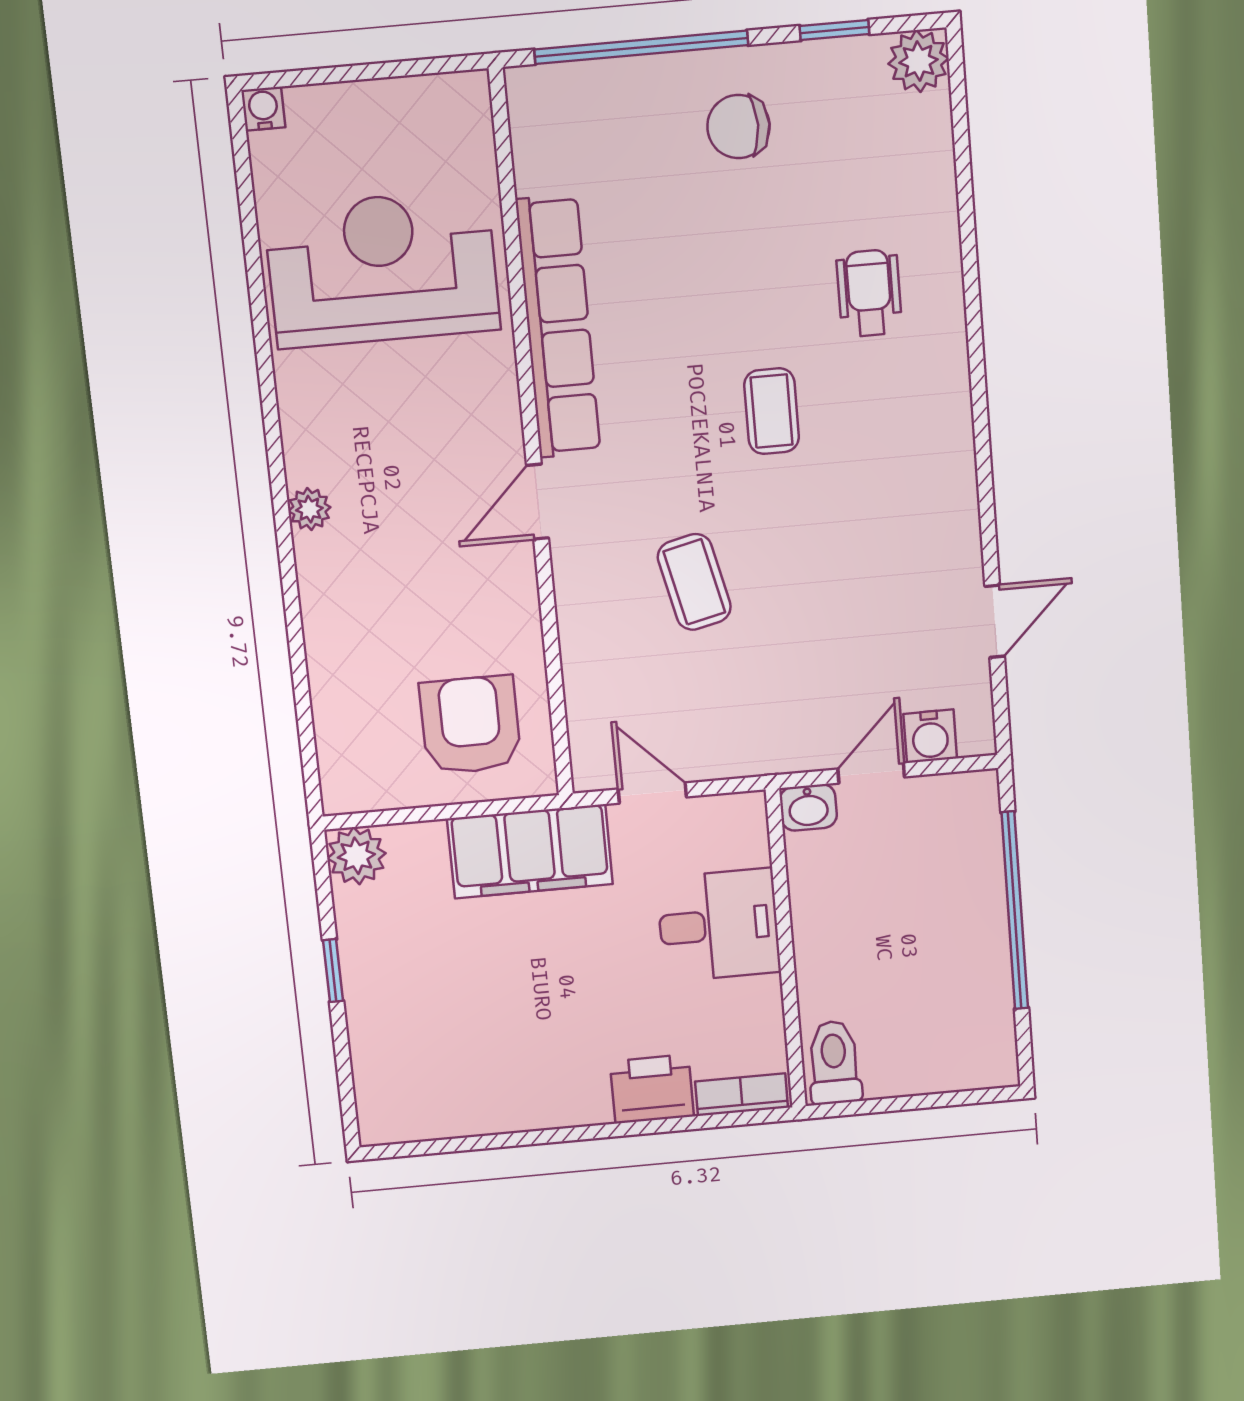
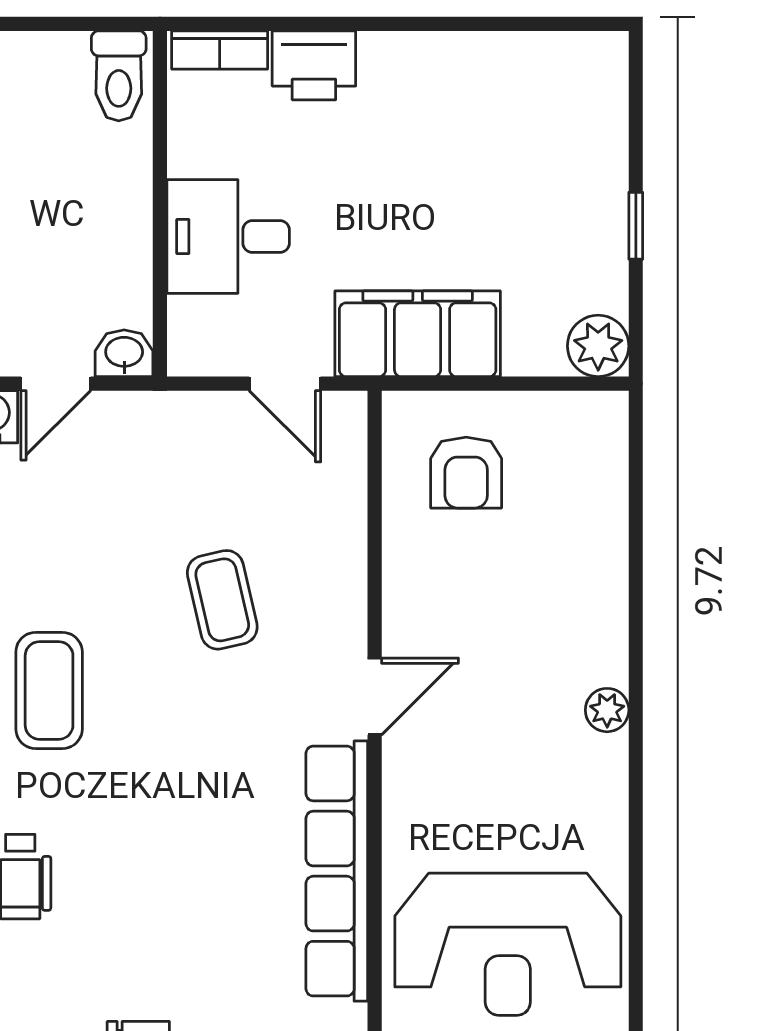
coffee table: (772, 411) -> (49, 690), moved, width x1.36, depth x1.30
armchair: (470, 725) -> (466, 473), width x0.72, depth x0.72

